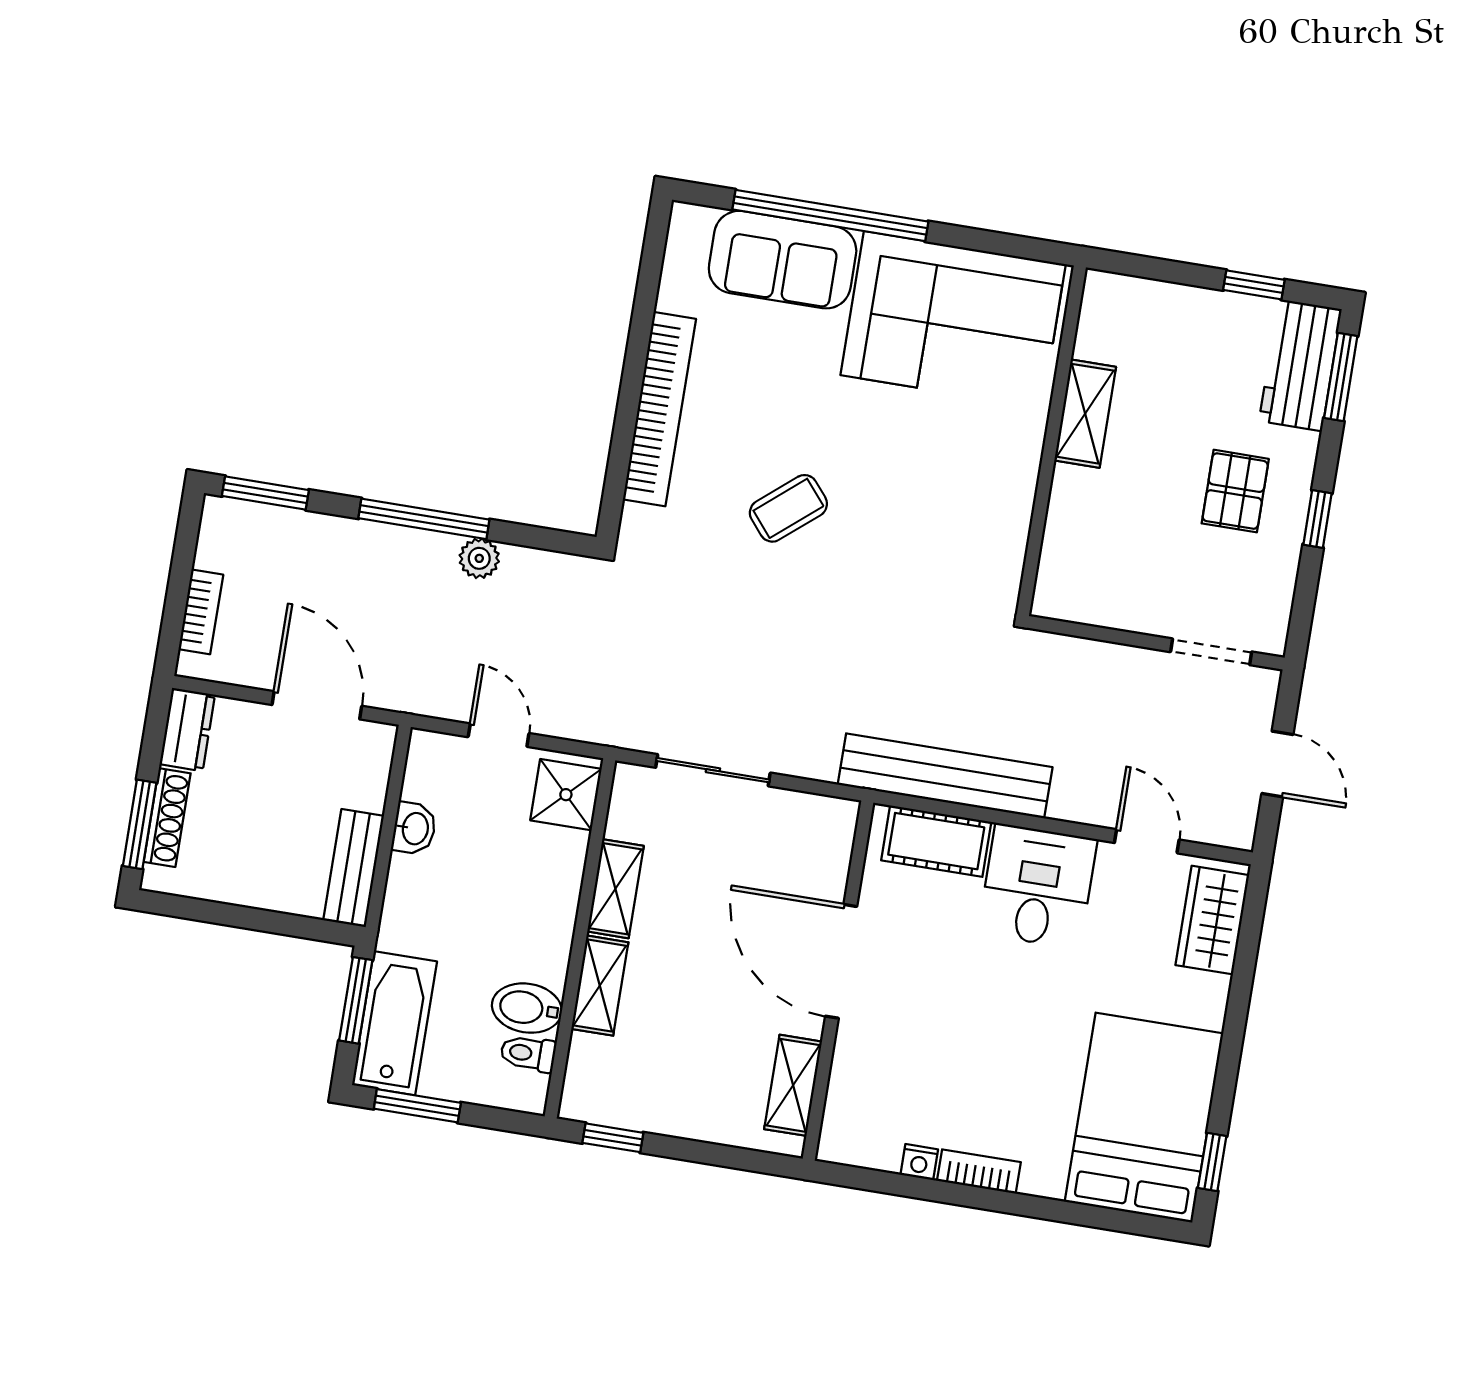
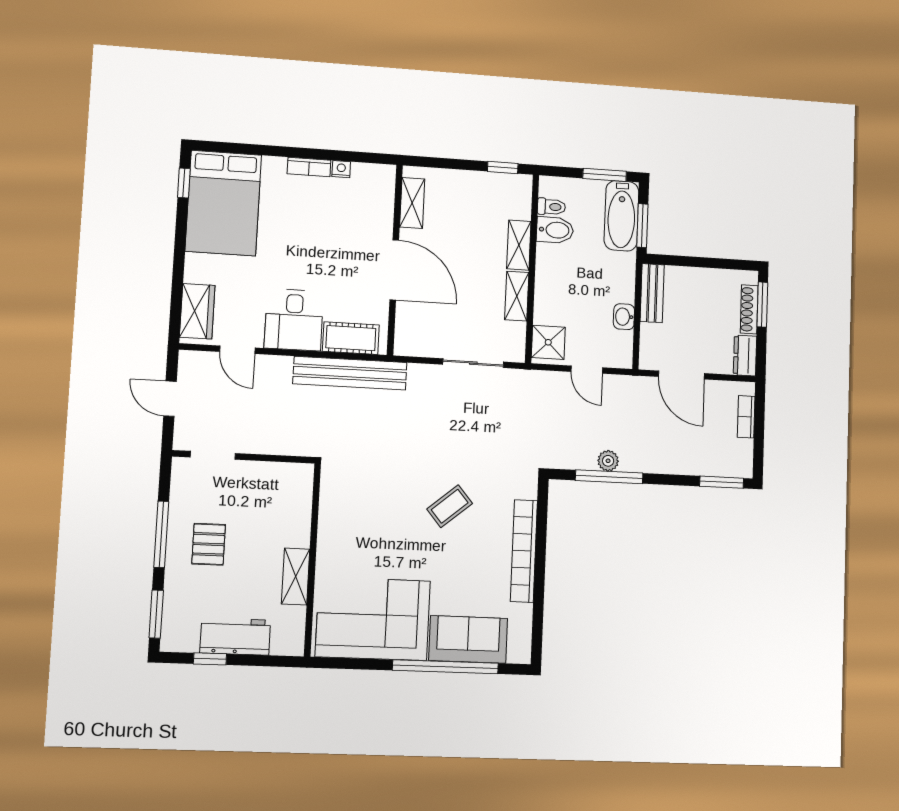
workbench: (1300, 365) -> (235, 636), moved, turned -90
window: (424, 519) -> (609, 477), moved
window: (1318, 519) -> (161, 534), width x2.17

